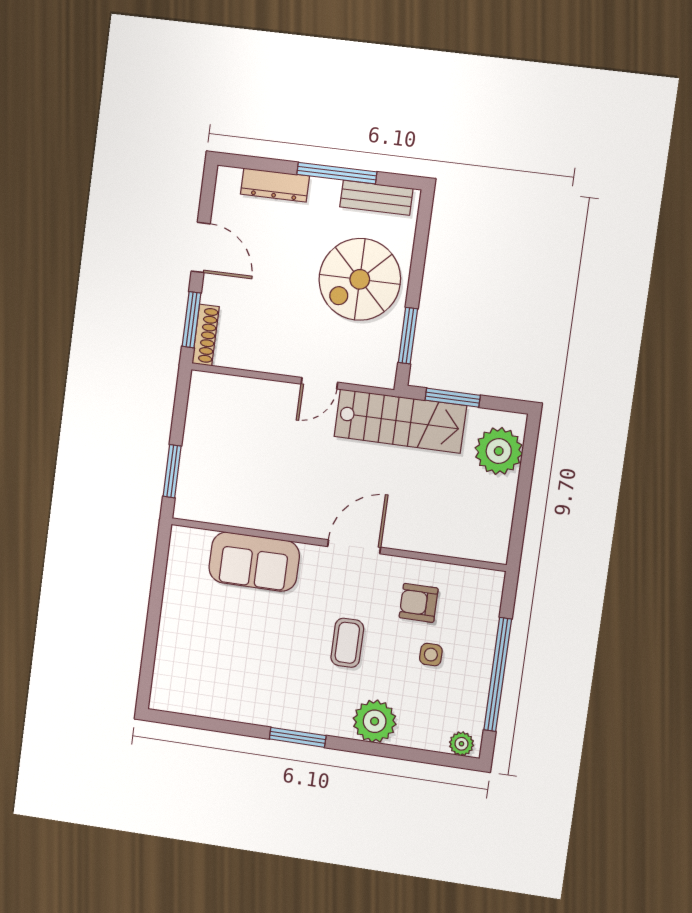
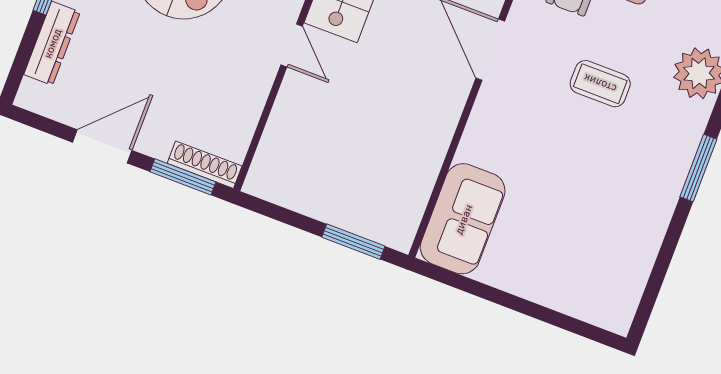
sofa: (254, 562) -> (463, 219), moved

